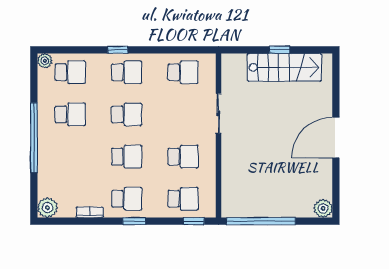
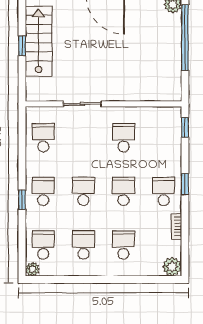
window: (34, 138) -> (105, 280), removed
school desk: (183, 199) -> (123, 245), moved
window: (261, 221) -> (185, 38), moved

